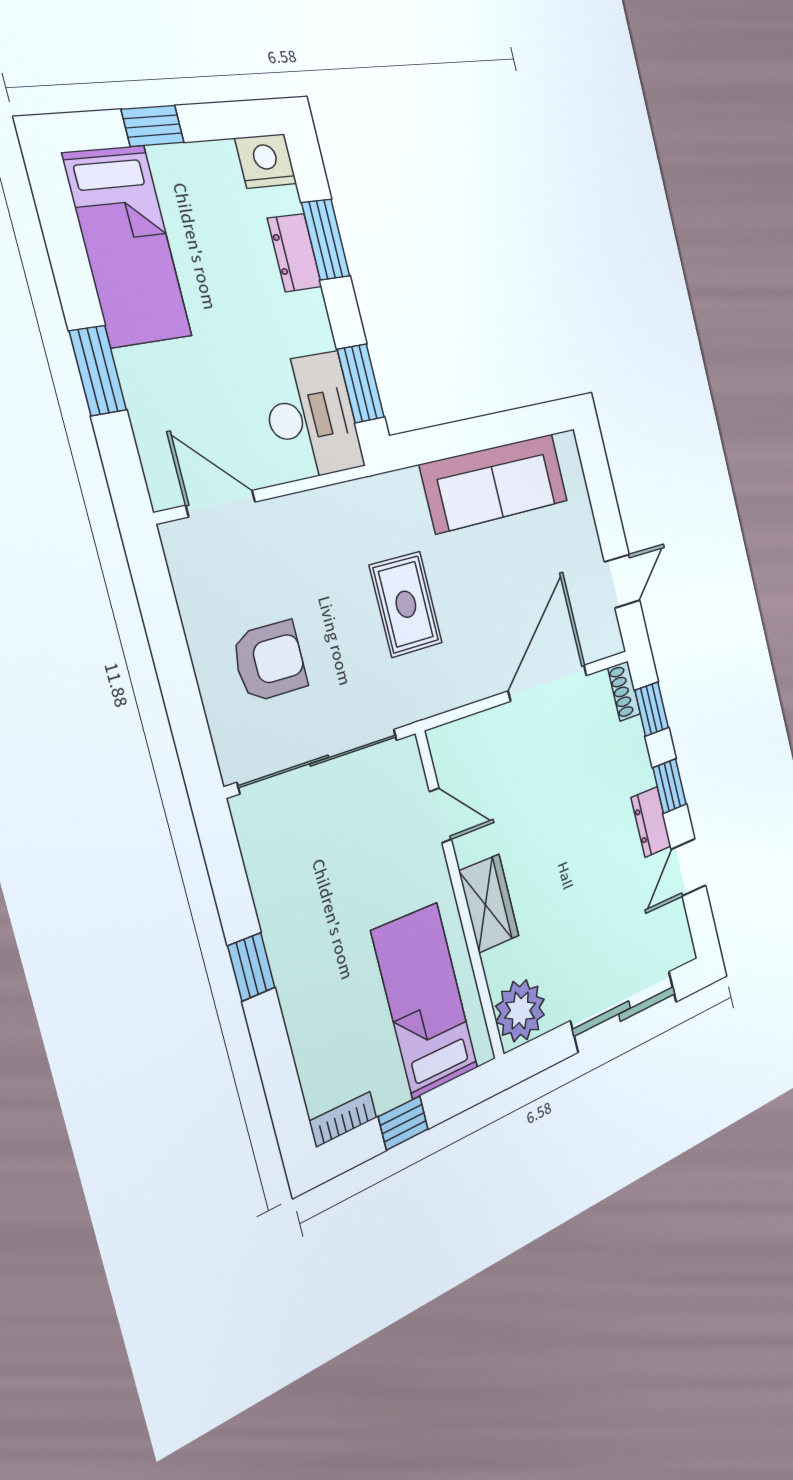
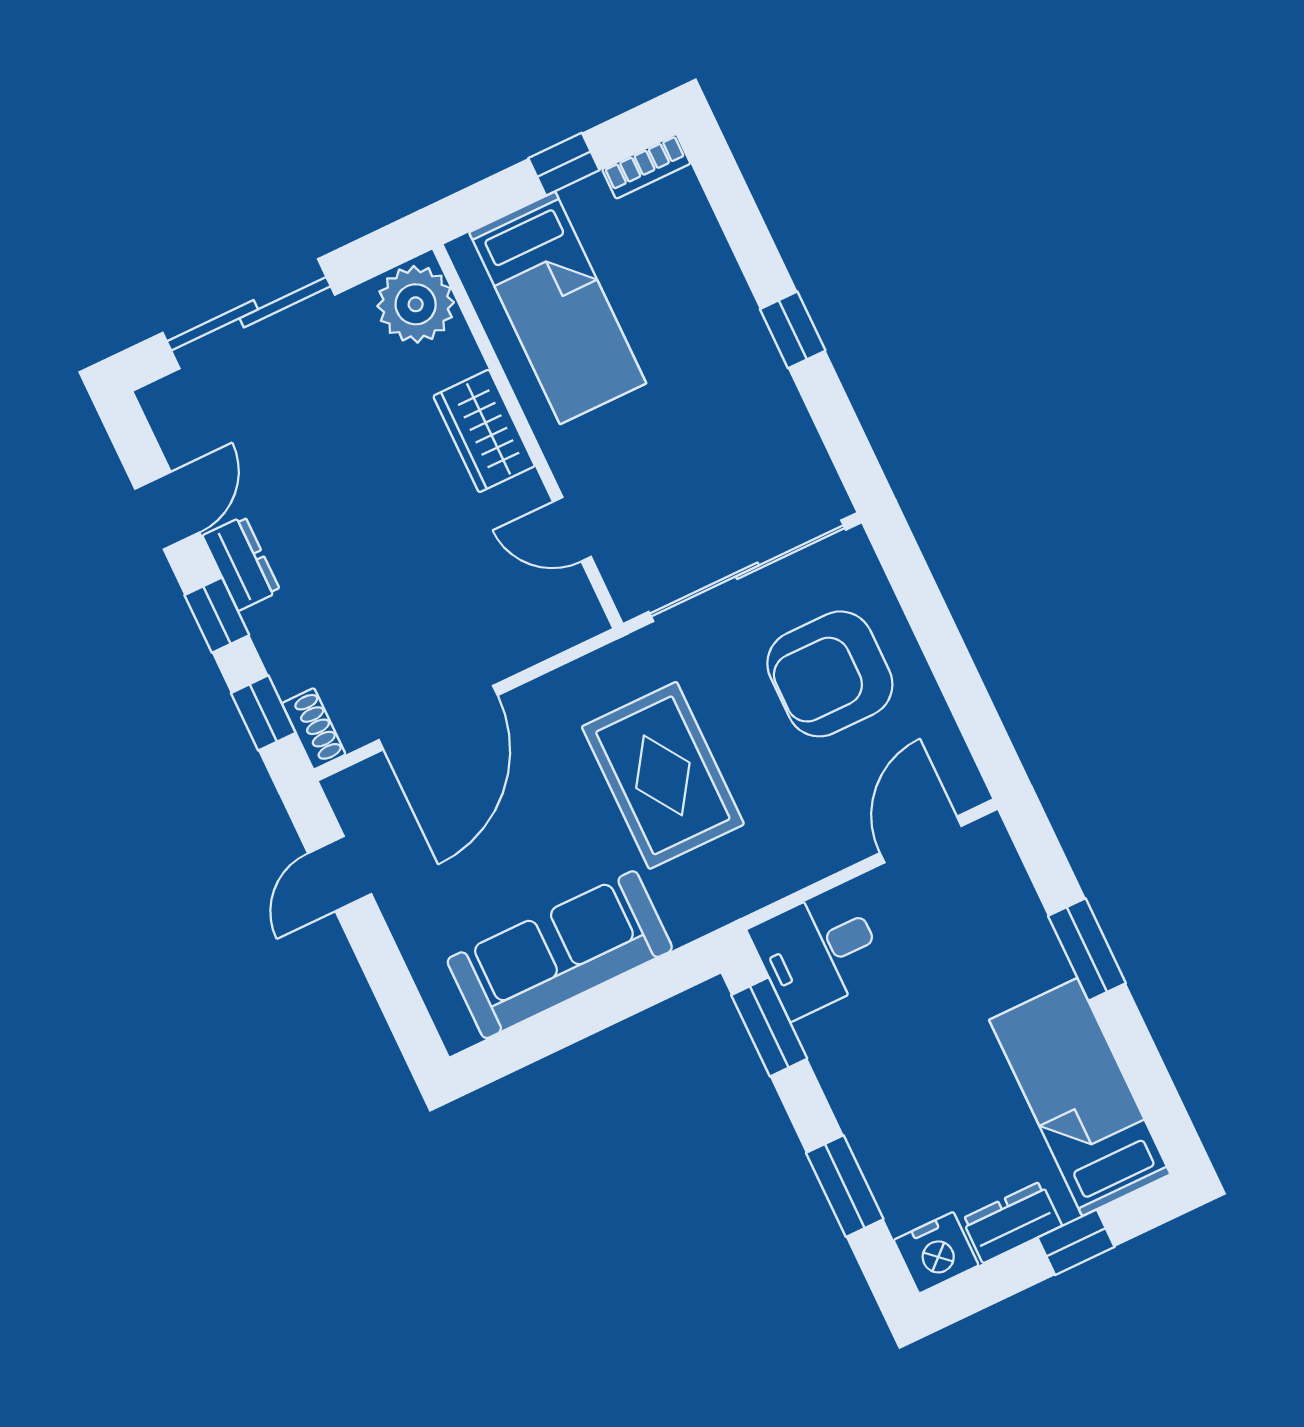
dresser: (295, 253) -> (1012, 1222), moved, turned -90
desk: (312, 416) -> (818, 952), width x0.73
door: (221, 504) -> (921, 840), swing flipped
rug: (406, 604) -> (663, 775), width x1.36, depth x1.43
armchair: (270, 661) -> (830, 674), width x1.36, depth x1.36

